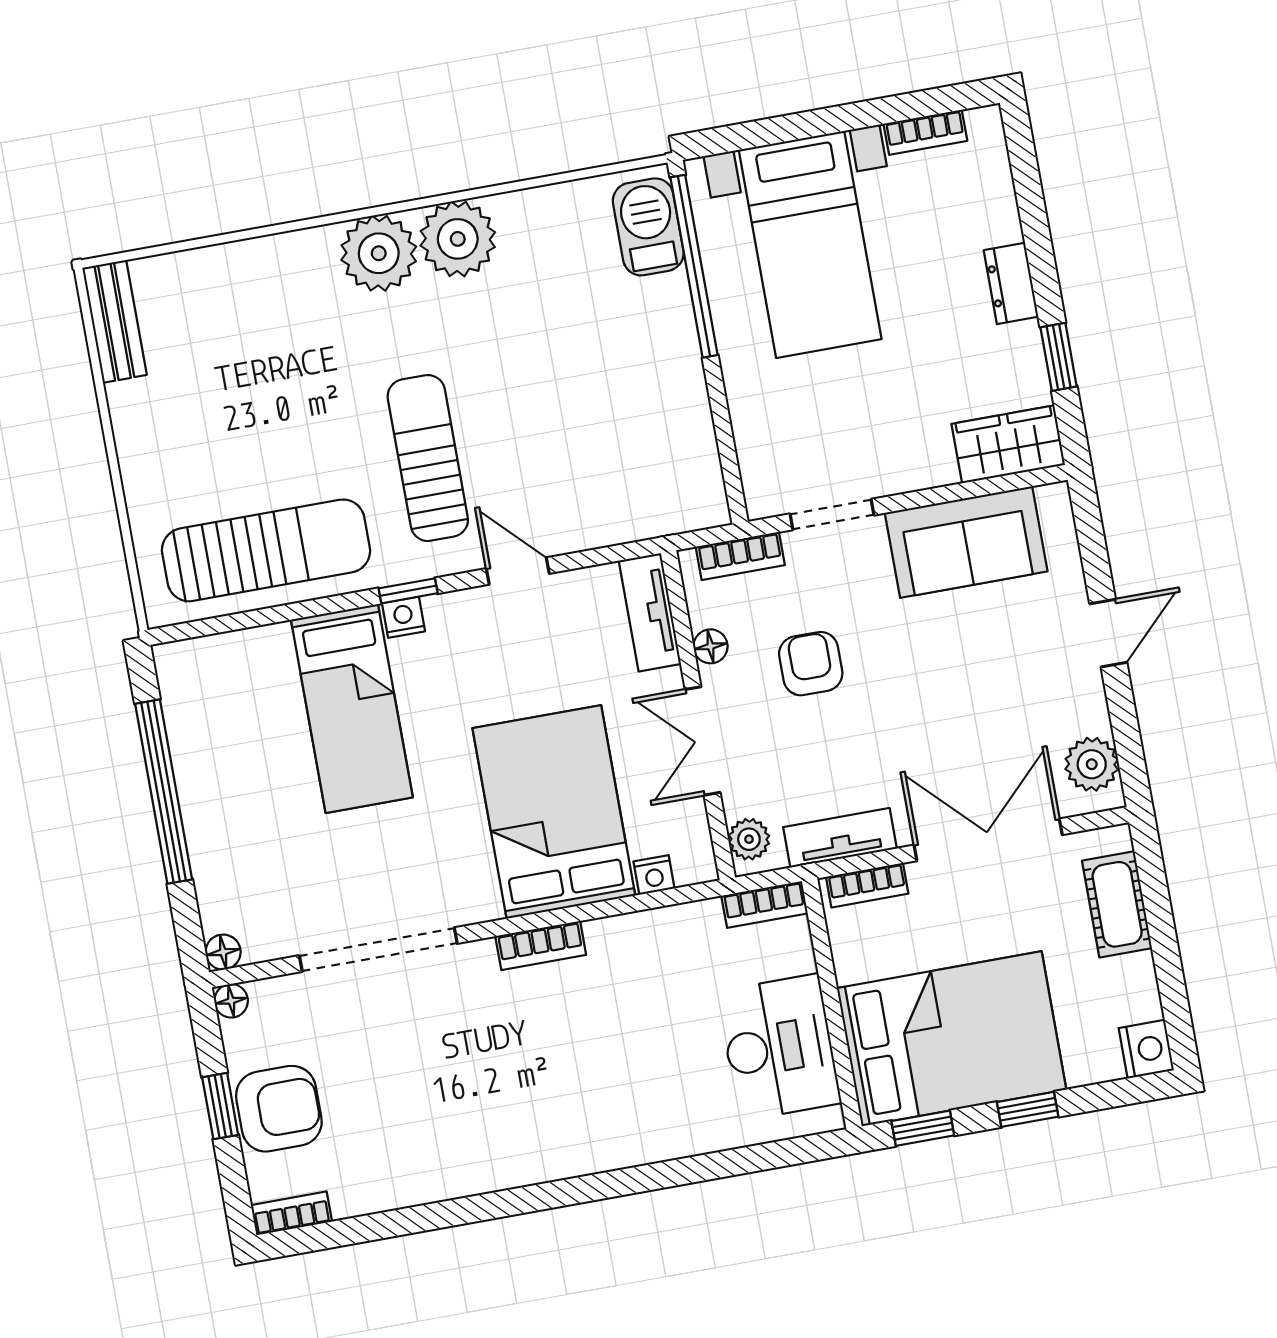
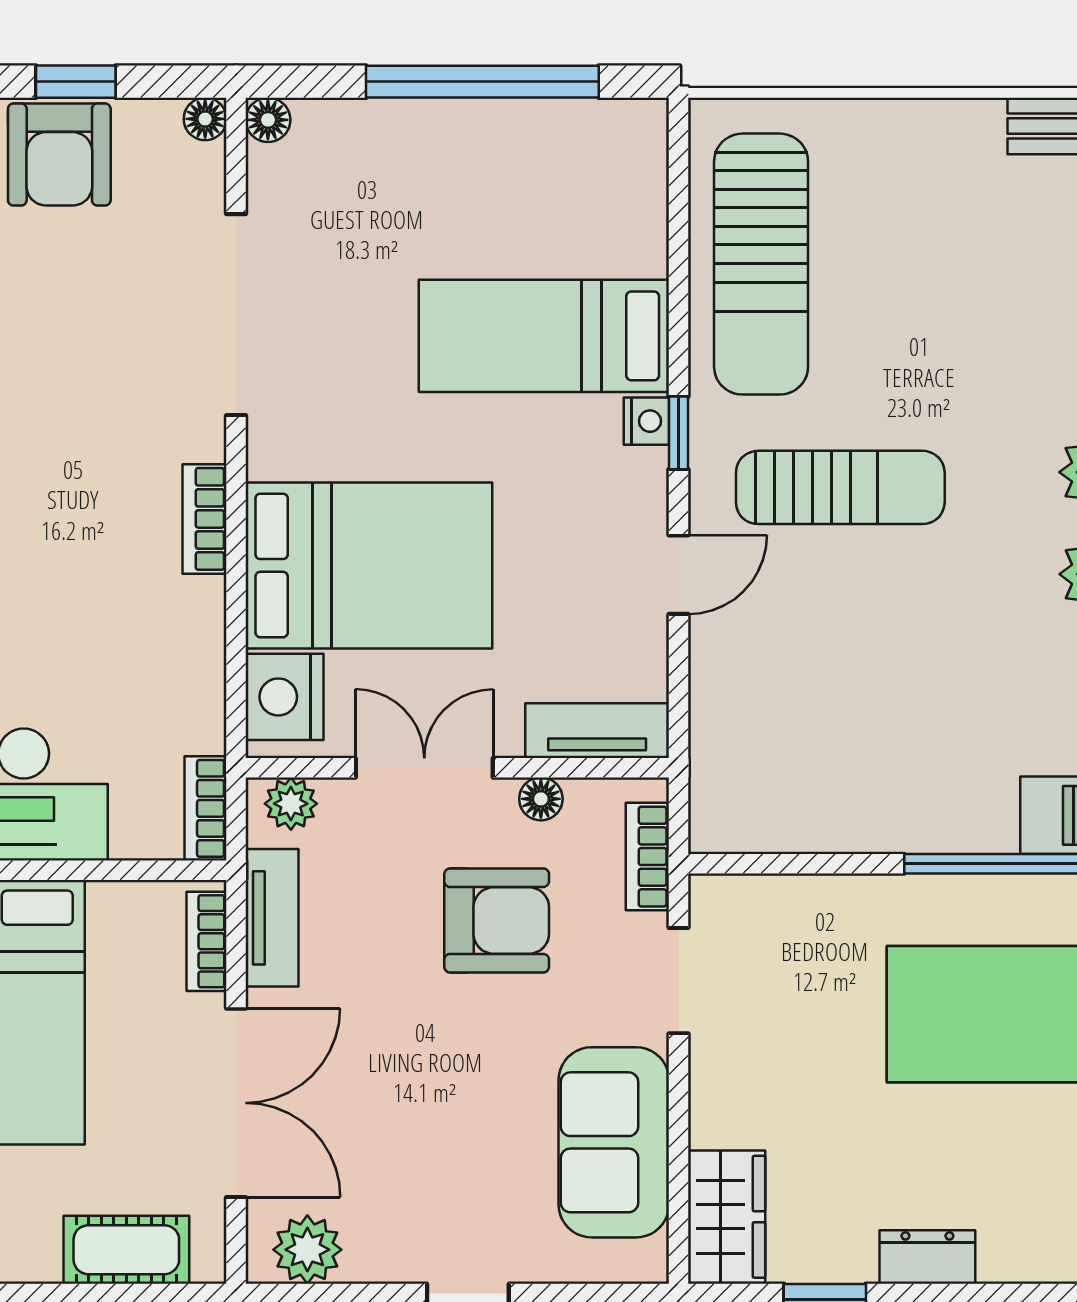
armchair: (811, 664) -> (497, 920), width x1.38, depth x1.38
nightstand: (654, 875) -> (284, 697), width x1.89, depth x1.79

